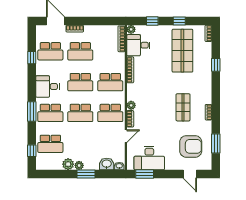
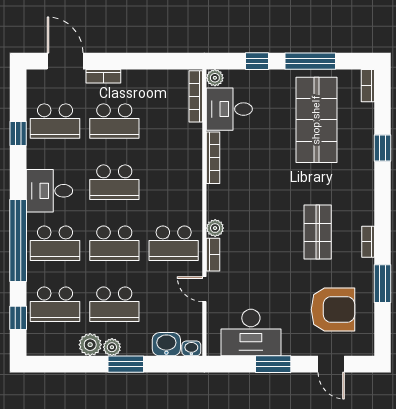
window: (179, 21) -> (310, 61), width x2.17
school desk: (110, 82) -> (114, 304), moved
window: (32, 112) -> (18, 240), width x2.11
door: (126, 136) -> (204, 289), swing flipped
window: (216, 143) -> (383, 284), moved
window: (145, 174) -> (273, 364), moved

